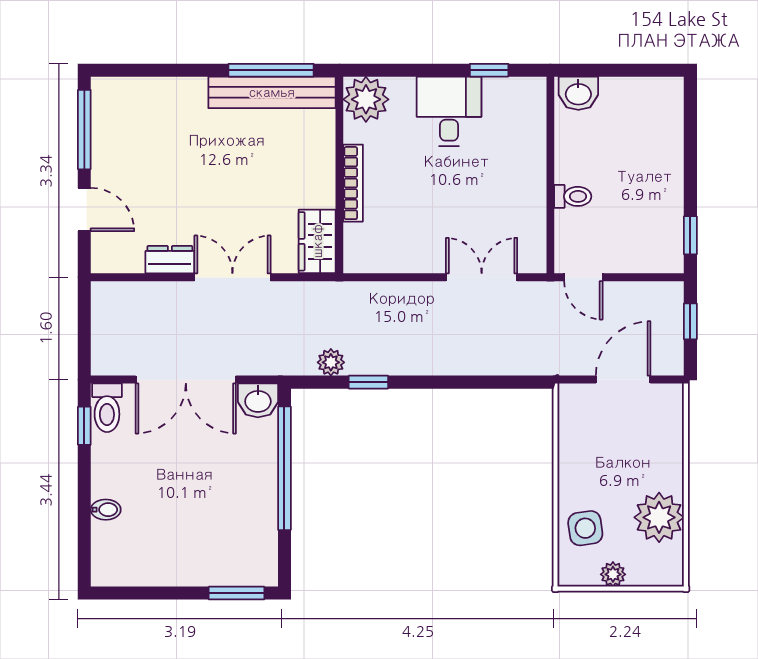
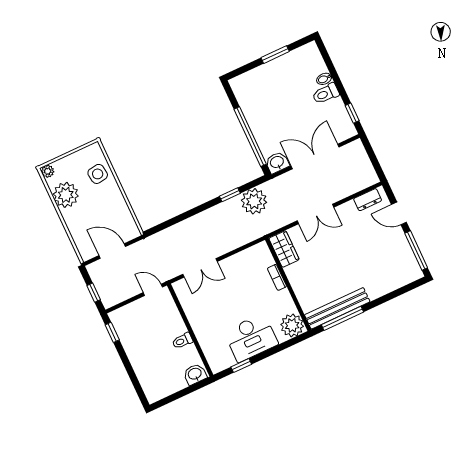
desk: (449, 111) -> (251, 338), width x1.37
bookcase: (353, 183) -> (277, 277), width x0.64
toilet: (573, 196) -> (182, 341), moved
dresser: (170, 260) -> (368, 200), moved
plant: (331, 362) -> (254, 201), width x1.87, depth x1.87
door: (623, 380) -> (112, 251), swing flipped
toilet: (107, 408) -> (326, 94), moved, turned -90
plant: (613, 574) -> (48, 171), moved
window: (237, 593) -> (275, 55), moved

